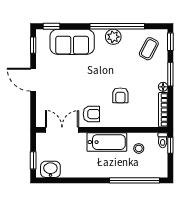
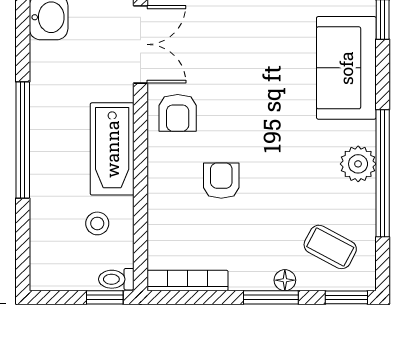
floor lamp: (163, 87) -> (285, 280), moved
armchair: (120, 95) -> (221, 181), turned 90
window: (134, 180) -> (23, 140), moved

